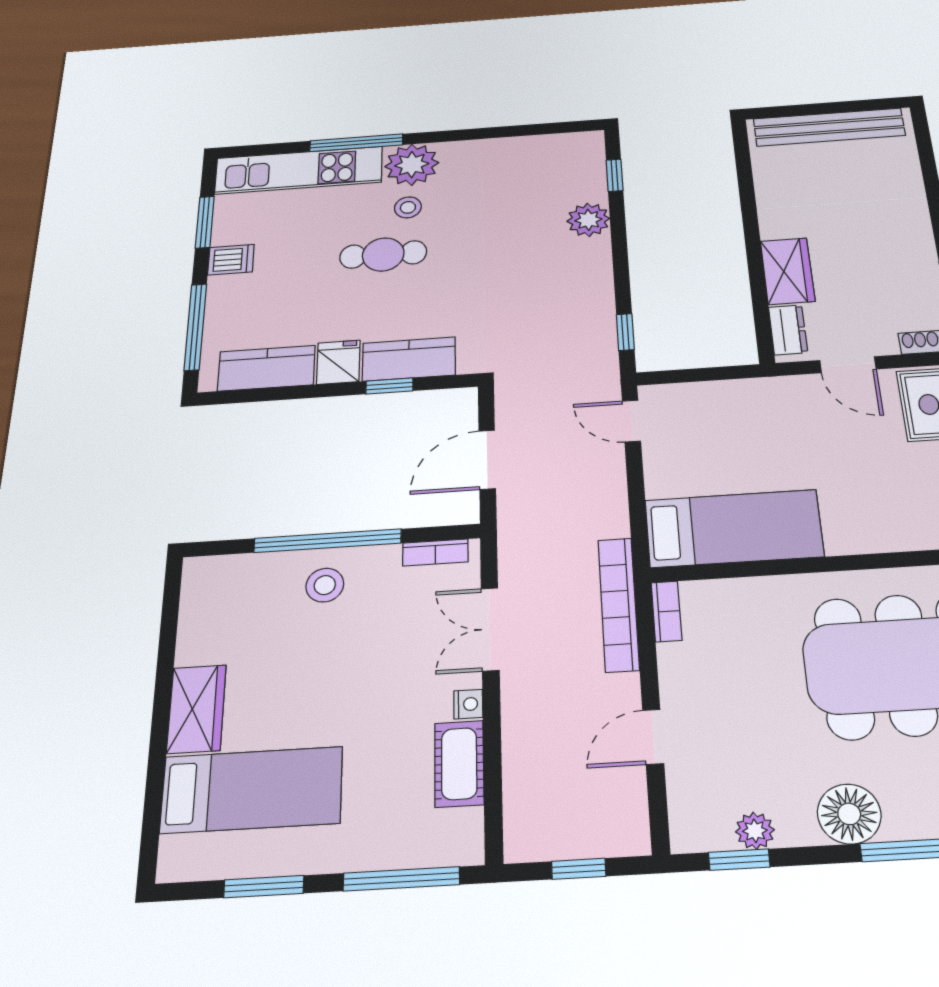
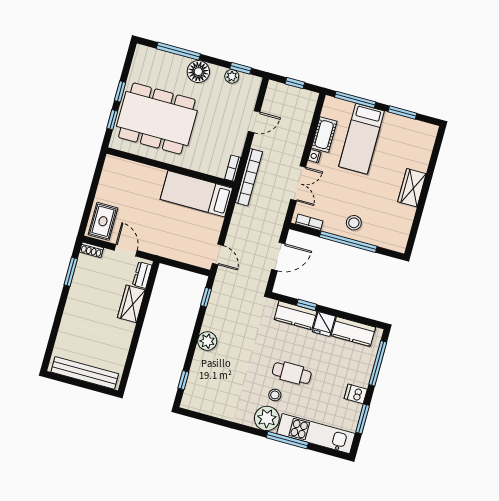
plant: (588, 220) -> (207, 341), moved
bed: (252, 790) -> (361, 139), moved, turned -90

